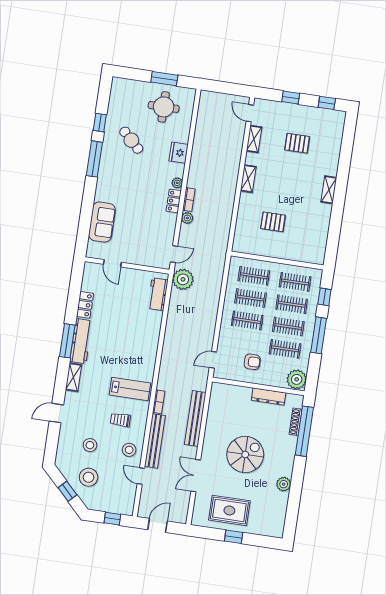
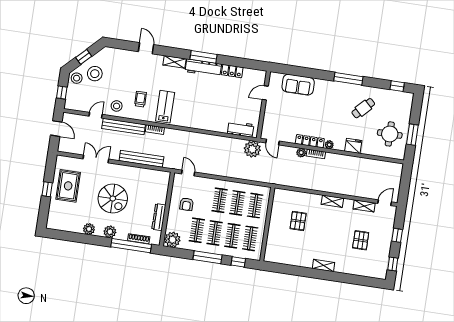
window: (100, 123) -> (397, 86), moved
locker: (174, 201) -> (310, 141), width x1.53
lab bench: (130, 389) -> (165, 107), turned 180
stool: (90, 445) -> (77, 78), moved
plant: (287, 458) -> (110, 232), added

